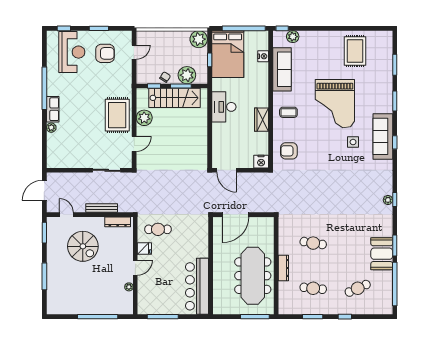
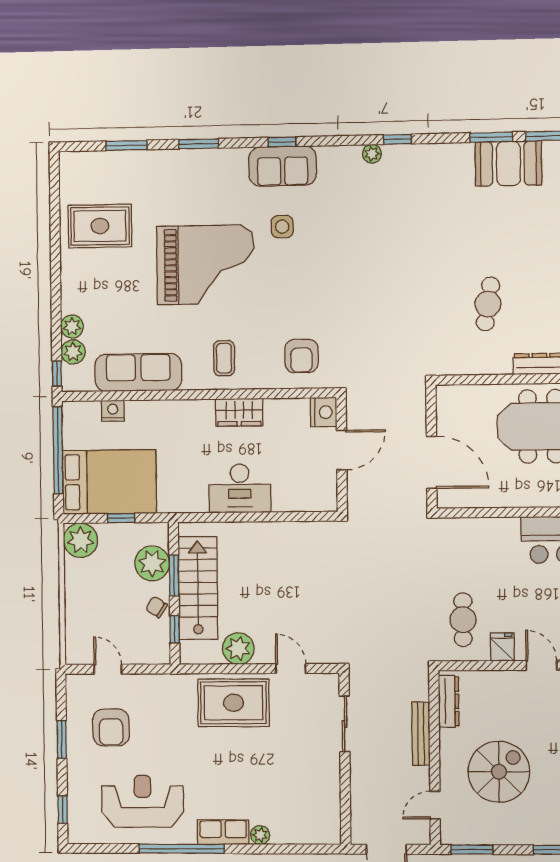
plant: (305, 36) -> (72, 326), added
reception desk: (72, 52) -> (143, 801), moved
armchair: (105, 53) -> (111, 727), turned 180
desk: (224, 107) -> (240, 488), moved
sofa: (383, 136) -> (283, 166), width x0.73
door: (227, 170) -> (342, 450), moved
plant: (388, 200) -> (372, 154), moved

